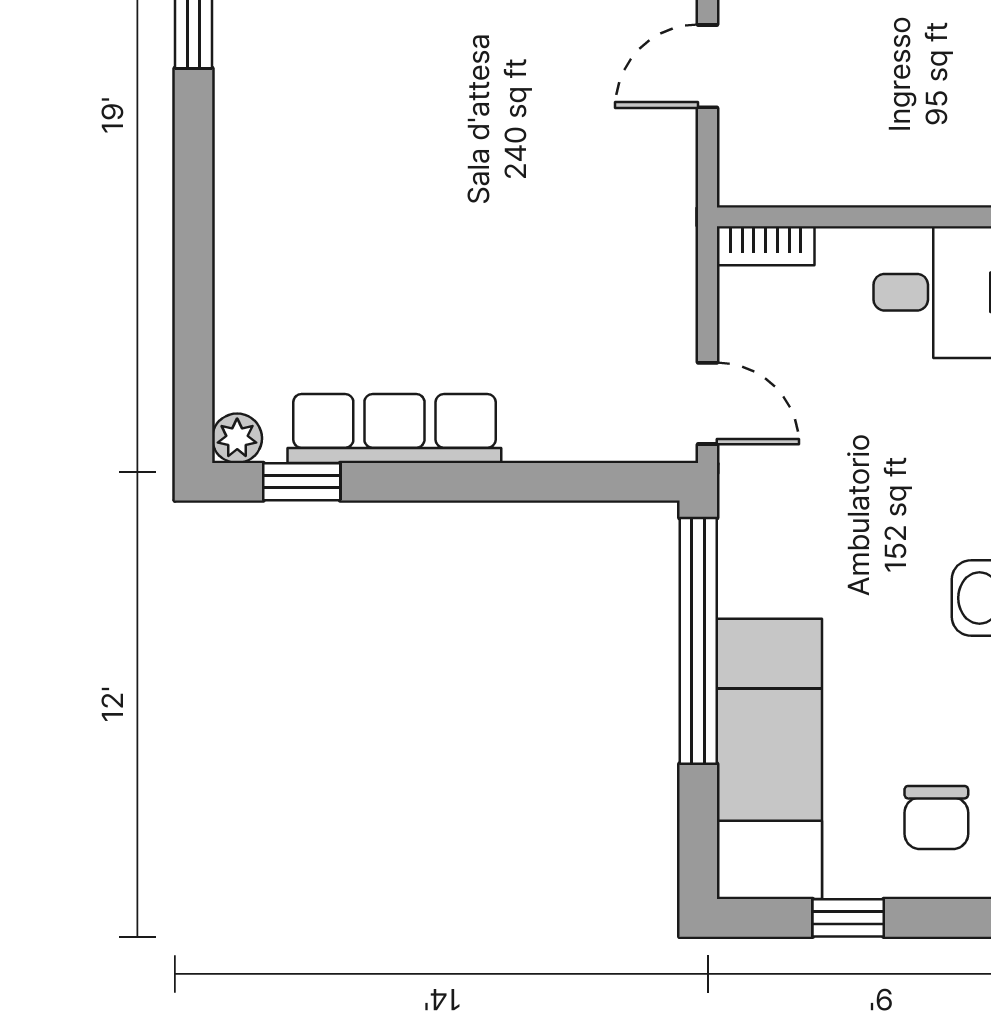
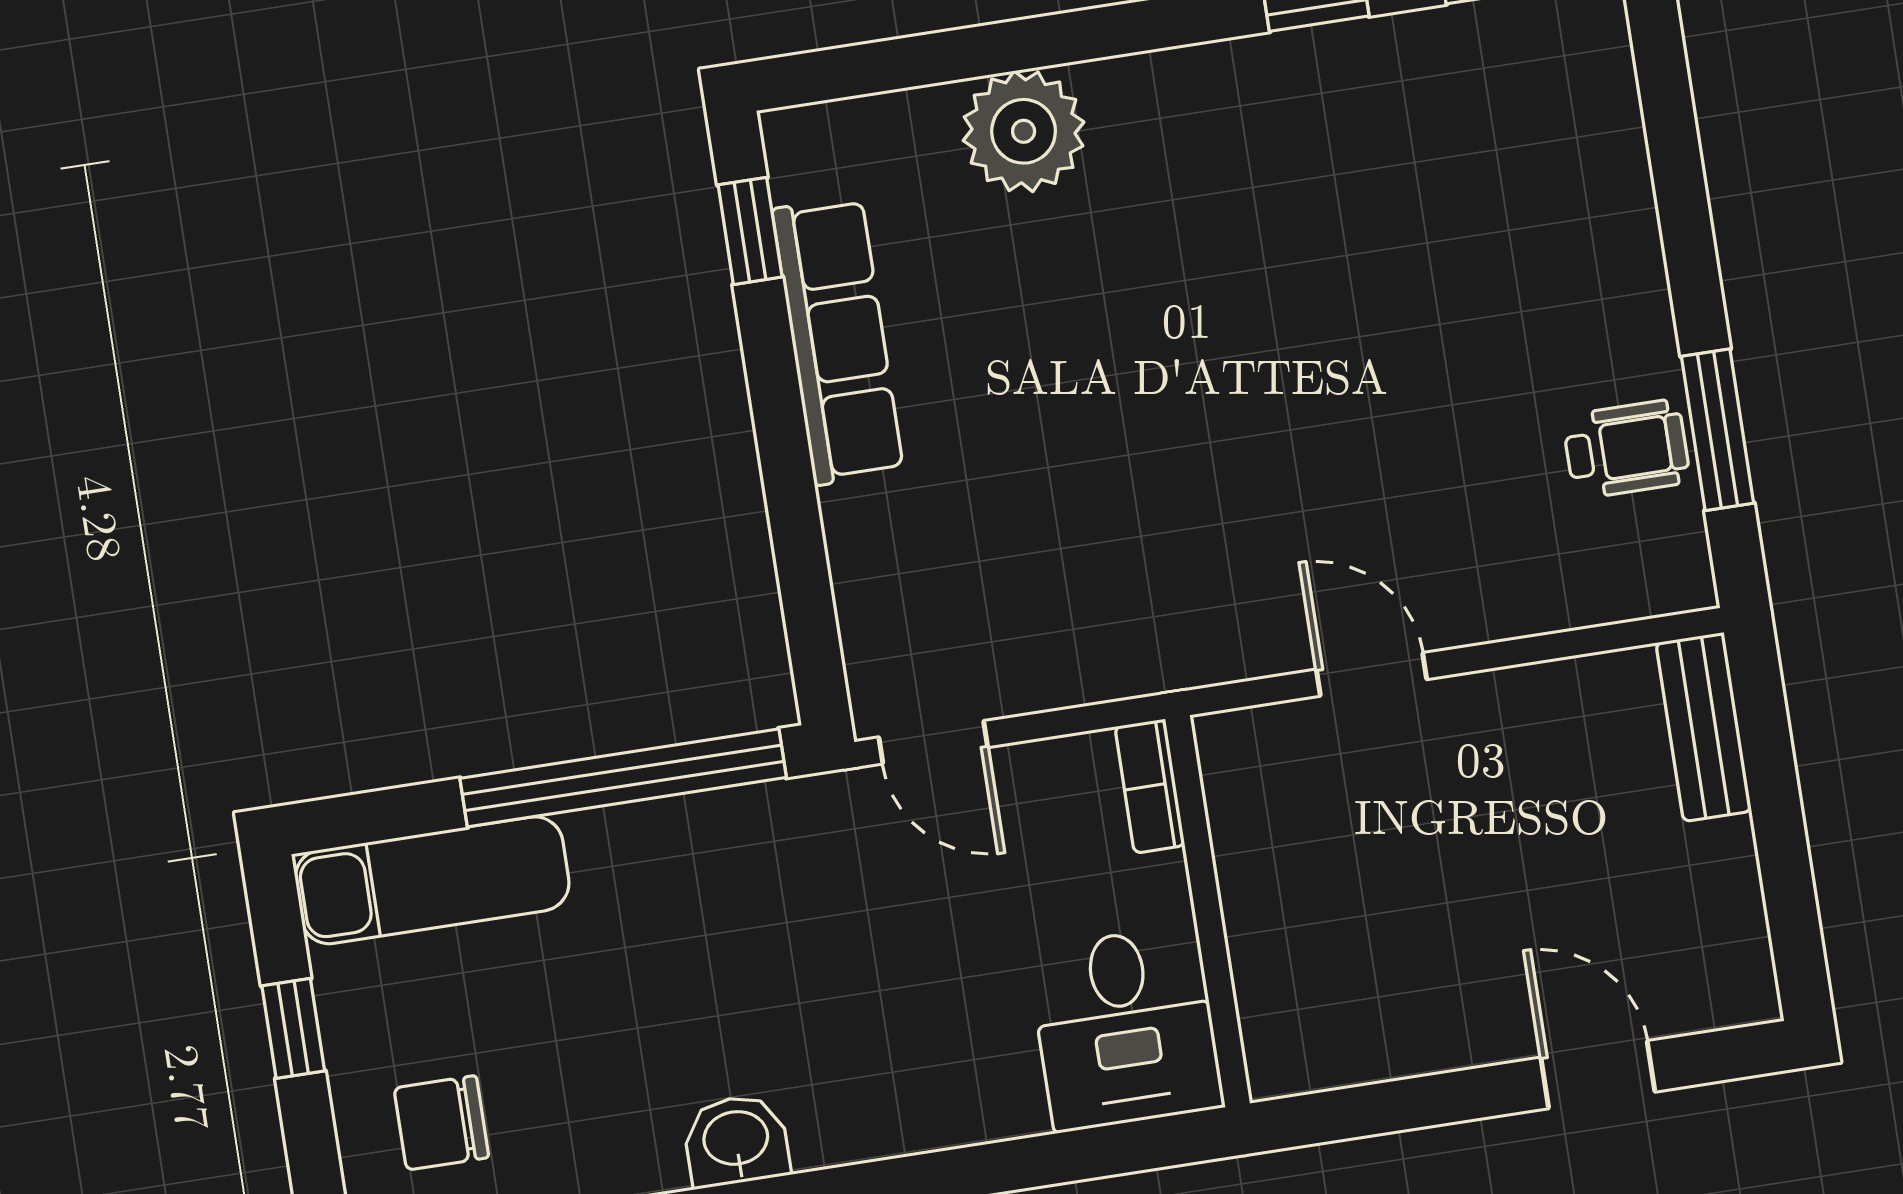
door: (708, 403) -> (933, 742), hinge flipped
plant: (237, 438) -> (1024, 131), moved, width x1.87, depth x1.87
exam couch: (769, 759) -> (432, 880), width x0.73, depth x0.69

